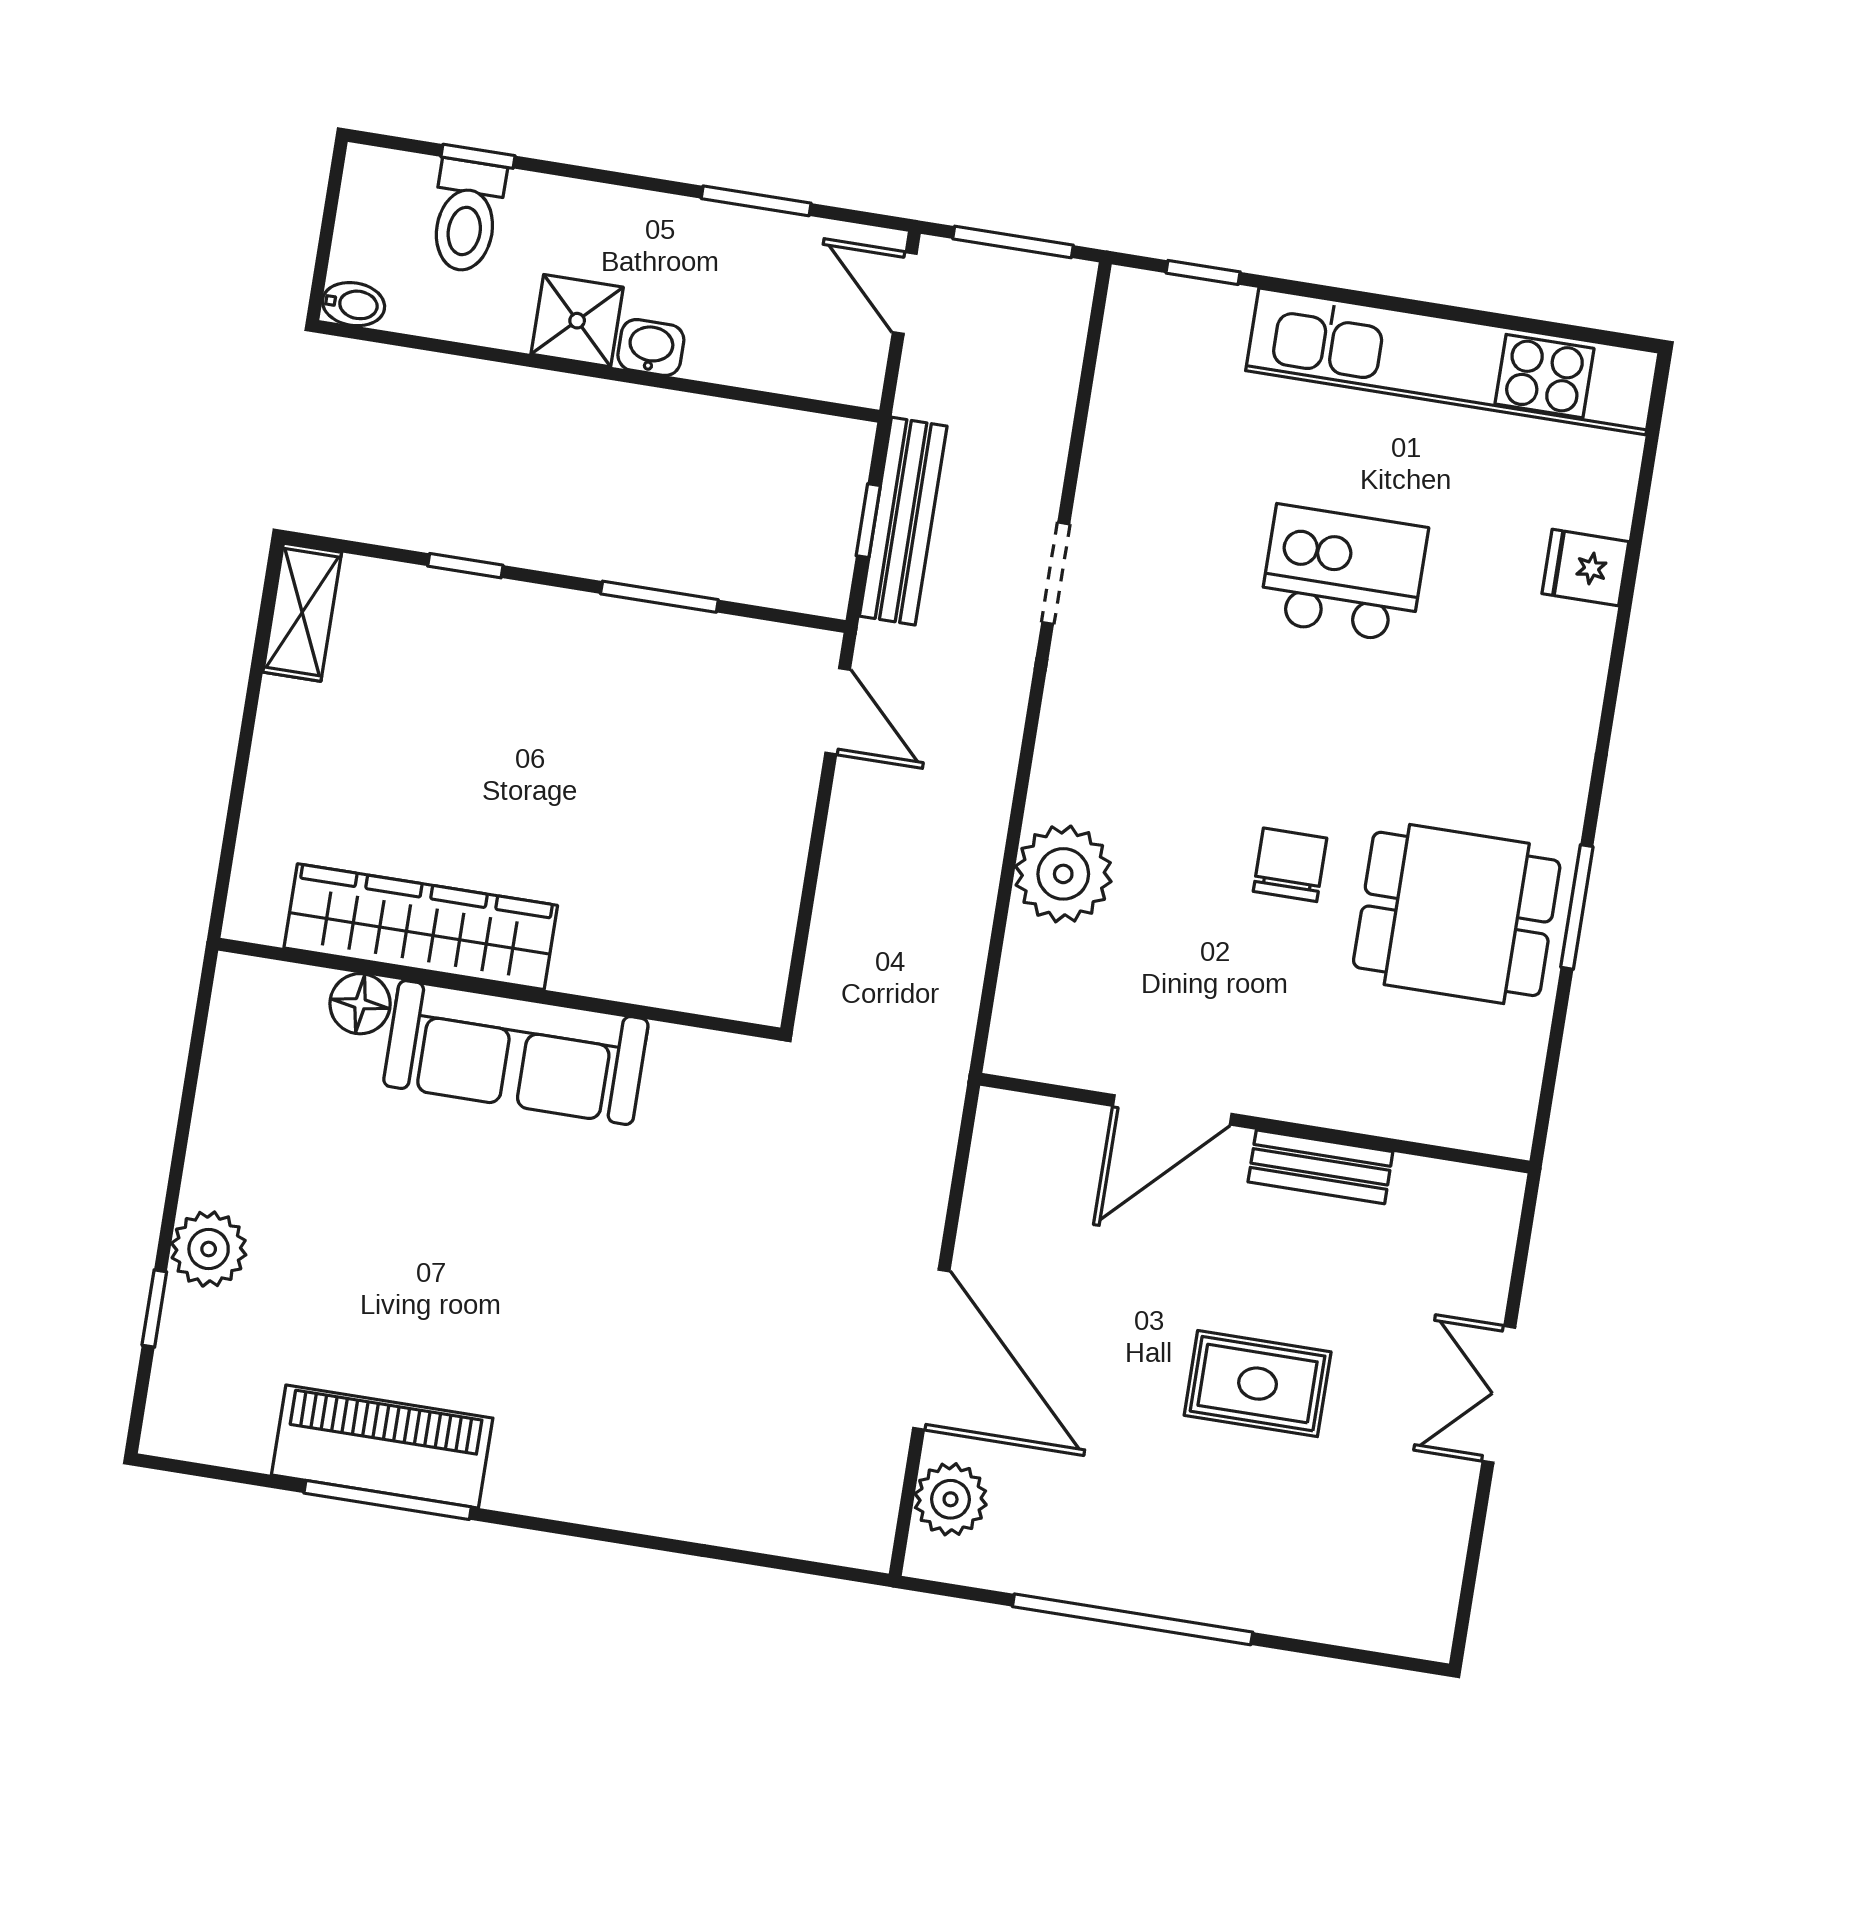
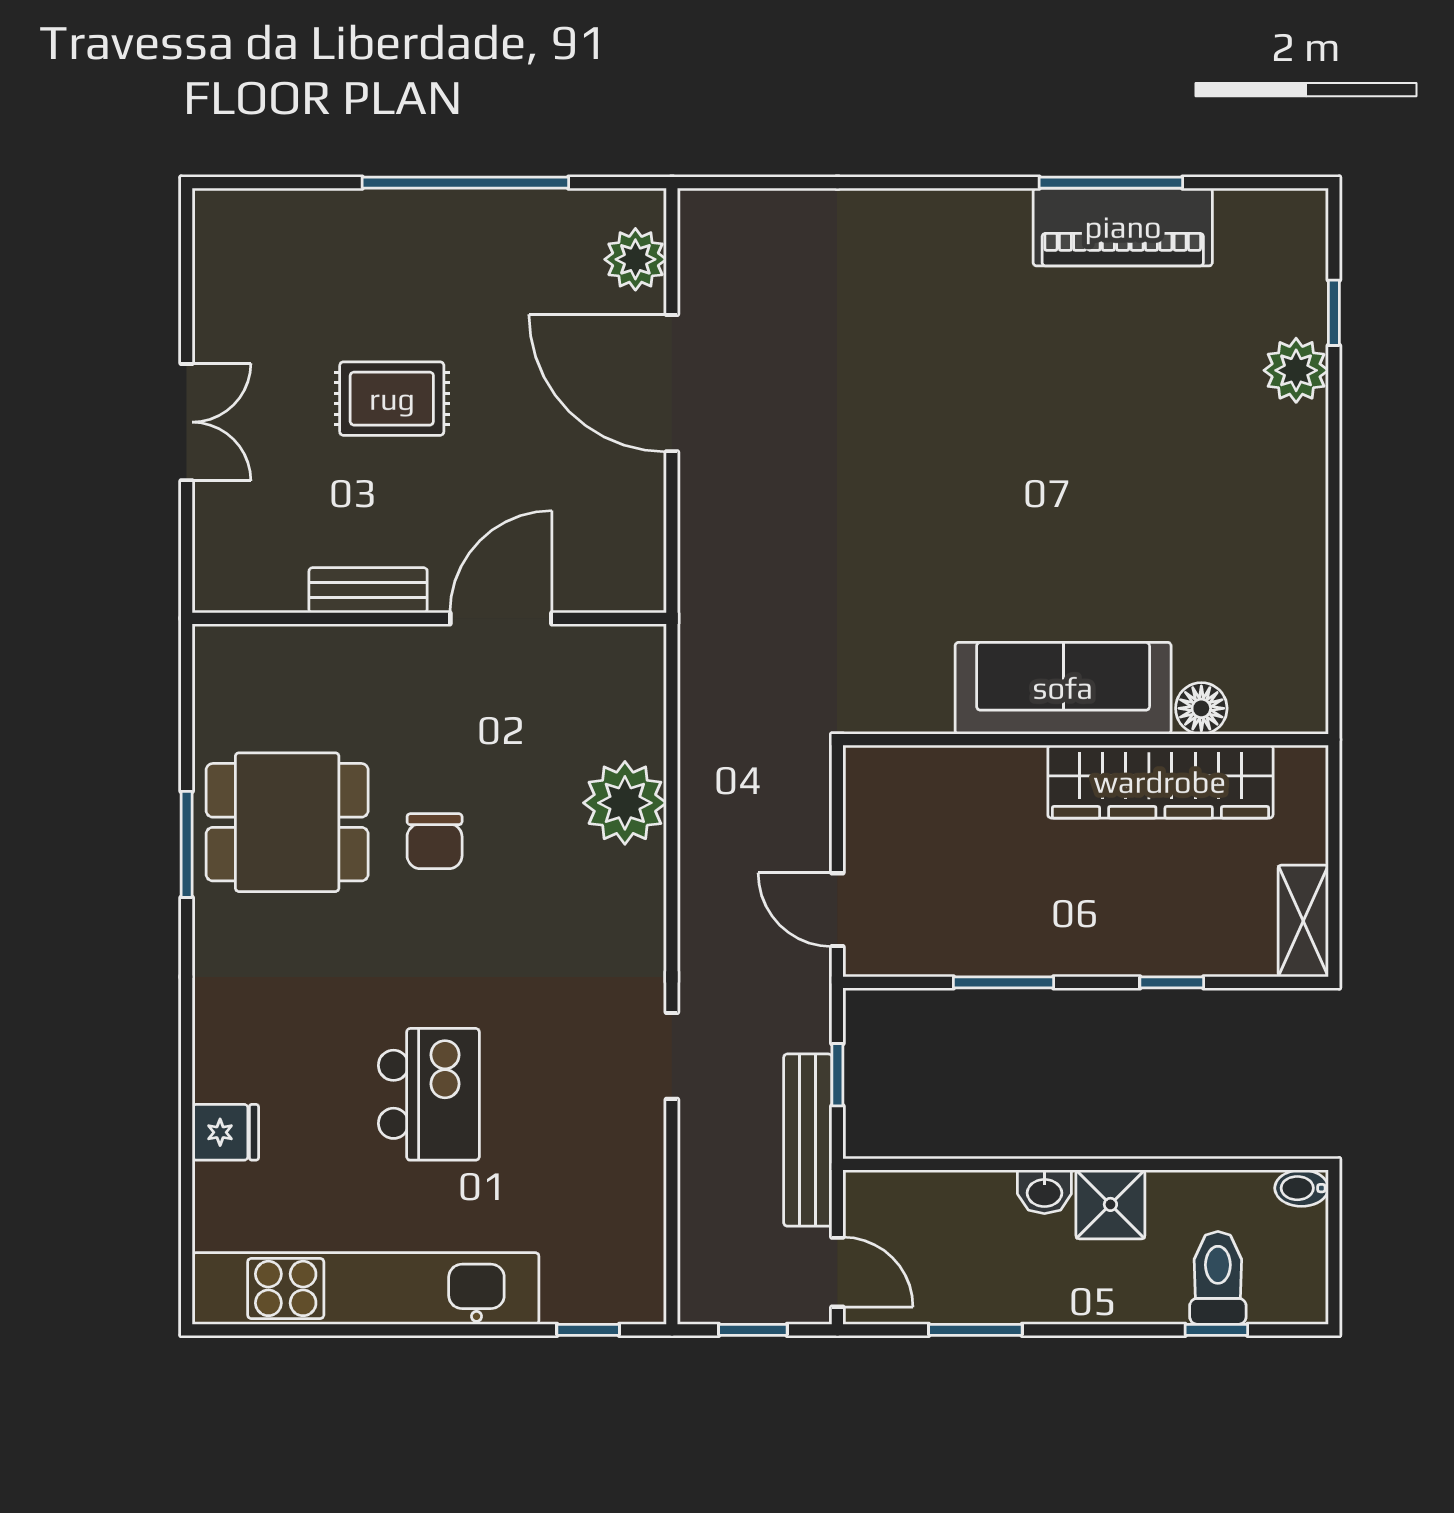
window: (1013, 242) -> (753, 1330), width x0.67
bench: (903, 521) -> (808, 1140), moved
kitchen island: (1343, 574) -> (429, 1094), turned -90
wardrobe: (421, 927) -> (1160, 782), moved
wall: (499, 989) -> (1086, 740), moved
floor lamp: (360, 1004) -> (1201, 708), moved
sofa: (516, 1053) -> (1063, 688), moved

